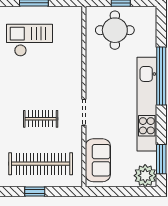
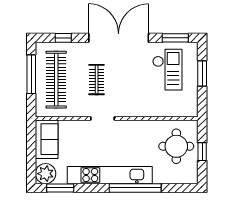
sofa: (98, 160) -> (47, 139), moved, turned -90
window: (35, 191) -> (31, 74), width x2.17

